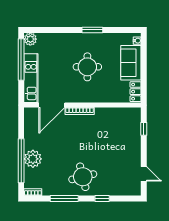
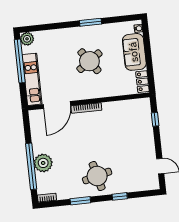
round table: (87, 67) -> (89, 61), turned -35
window: (64, 198) -> (80, 201), width x0.69

